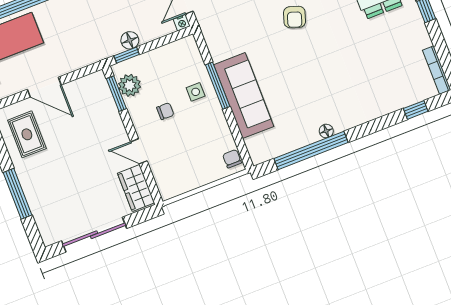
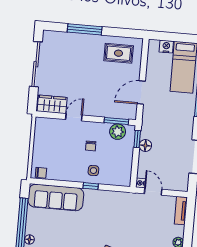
window: (218, 86) -> (91, 186), width x0.46
door: (44, 87) -> (141, 92), moved
sofa: (244, 96) -> (56, 197), moved

